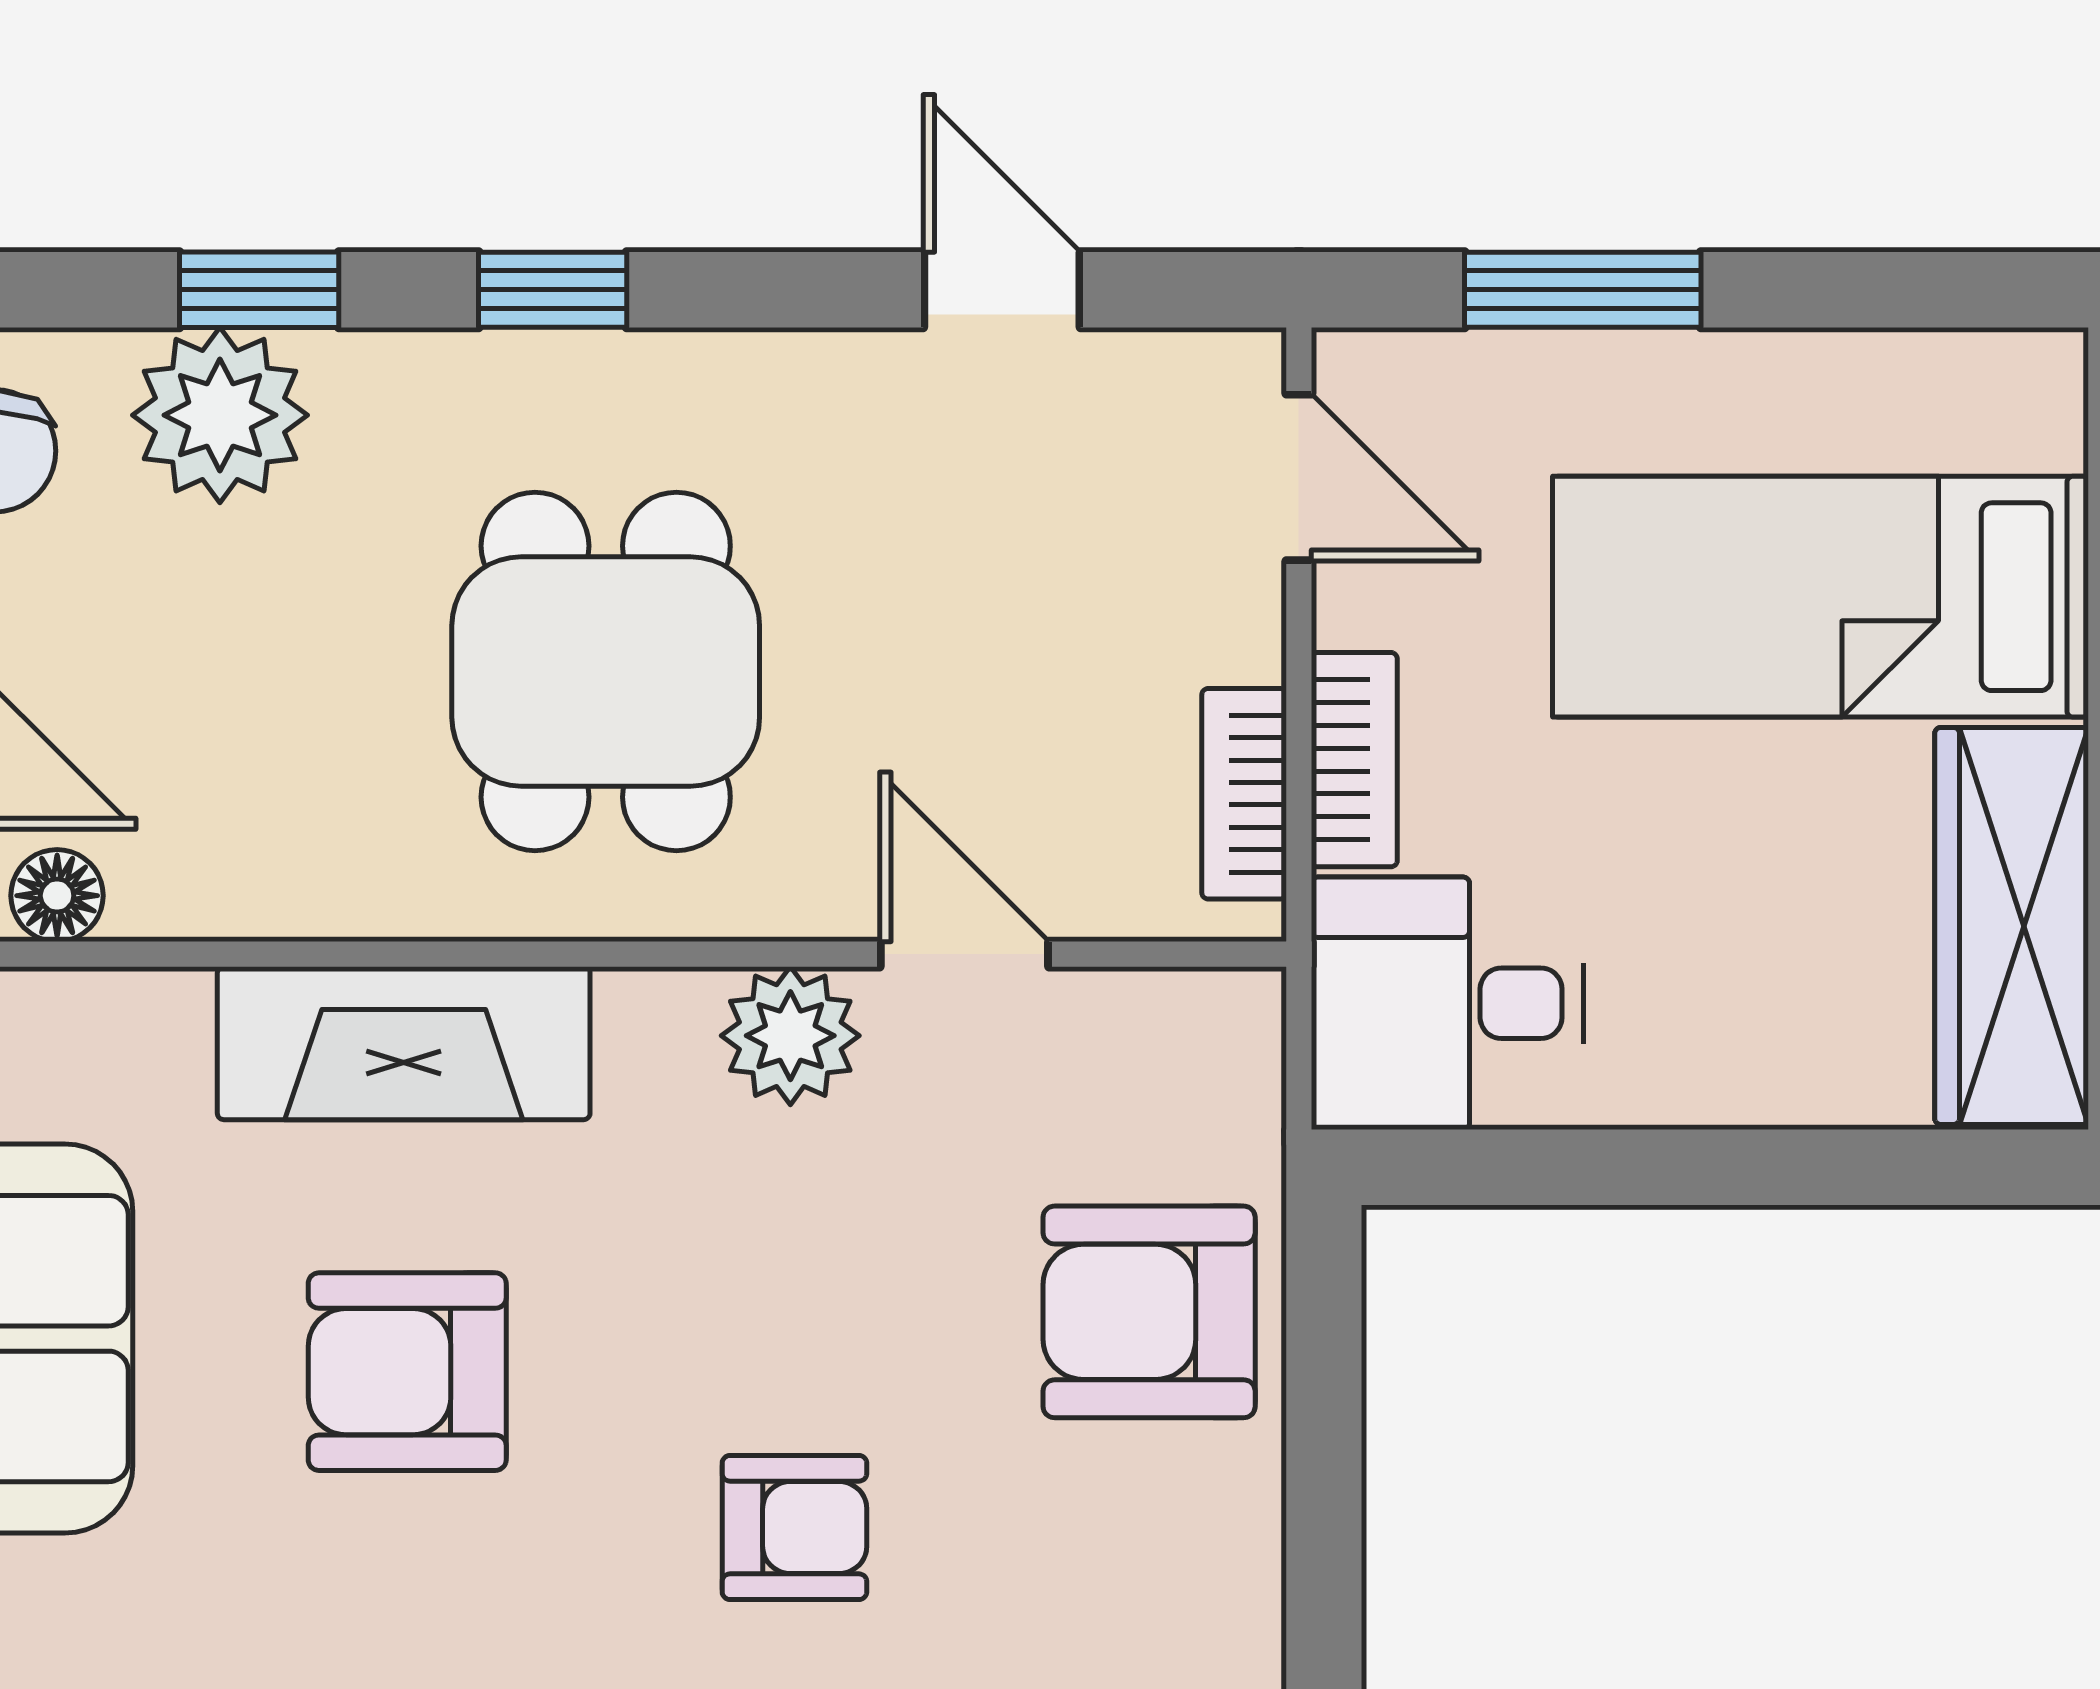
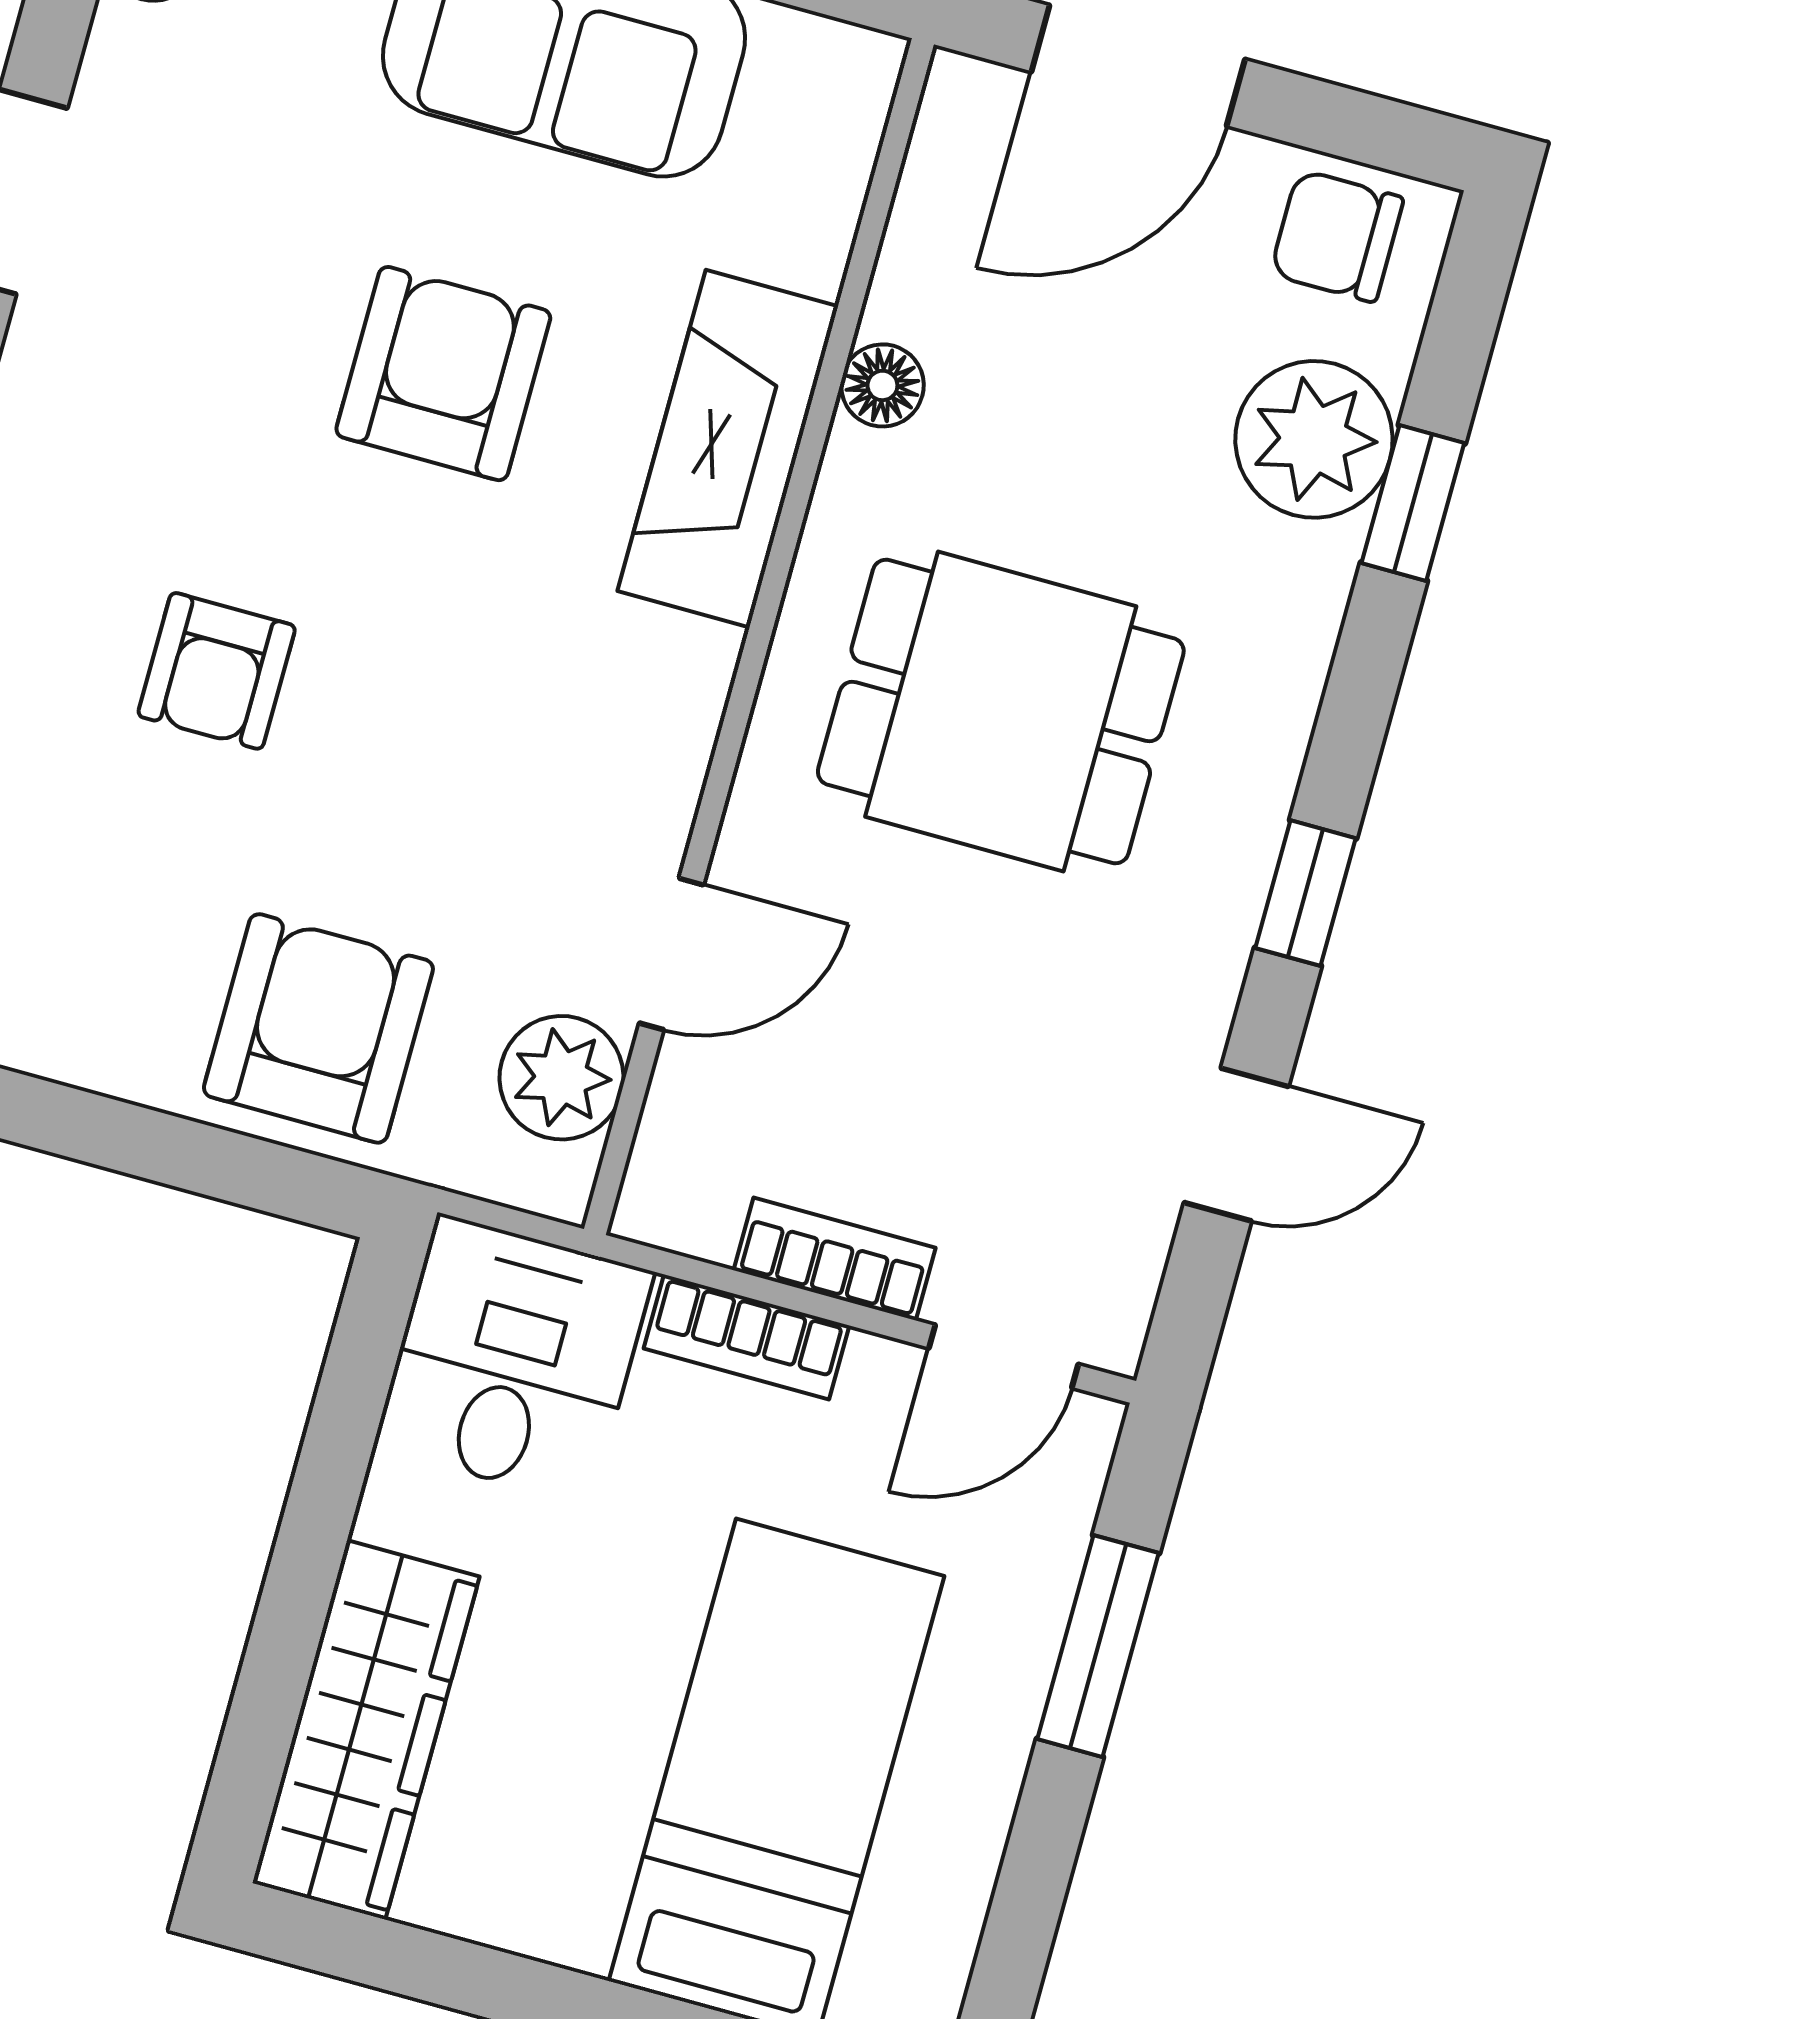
window: (553, 290) -> (1305, 893), moved
bookcase: (1244, 794) -> (835, 1259), moved
floor lamp: (57, 896) -> (882, 385), moved
wardrobe: (2012, 926) -> (366, 1730), moved, turned 90
plant: (790, 1036) -> (561, 1078), moved

